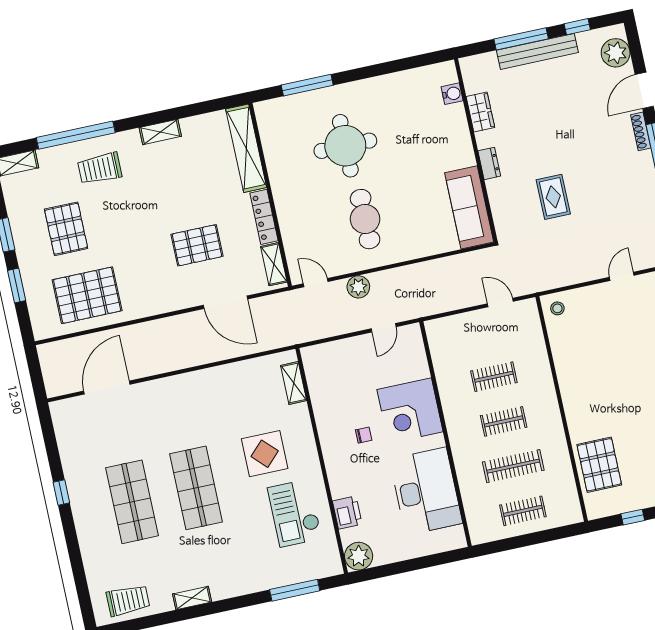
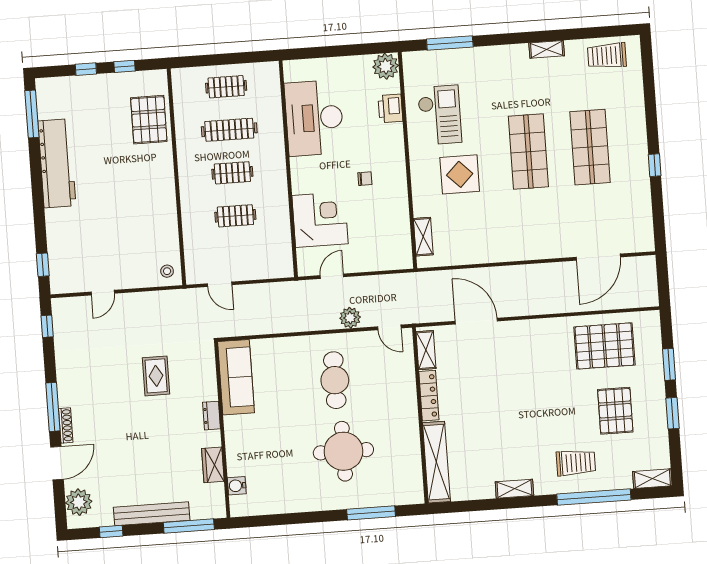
window: (521, 39) -> (189, 526), moved
pallet: (197, 245) -> (495, 378), removed
corner desk: (410, 411) -> (320, 220), moved
chair: (364, 435) -> (365, 179), turned 180

